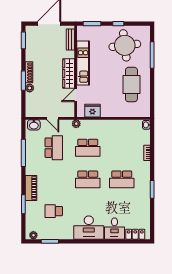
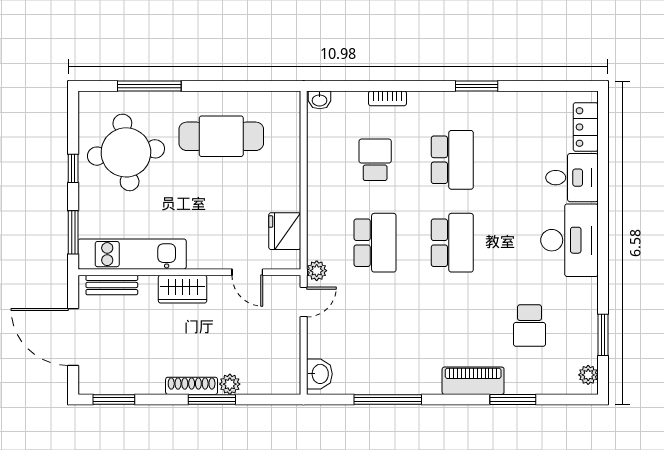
kitchen unit: (83, 63) -> (132, 254), moved
wardrobe: (69, 74) -> (183, 289), width x0.67
door: (53, 118) -> (304, 302), moved
school desk: (54, 148) -> (375, 160), moved, width x0.54

